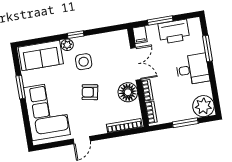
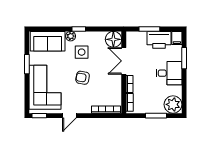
filing cabinet: (140, 35) -> (177, 38), moved
double door: (136, 64) -> (124, 61), swing flipped
floor lamp: (128, 92) -> (113, 39), moved
window: (46, 146) -> (39, 116), added

